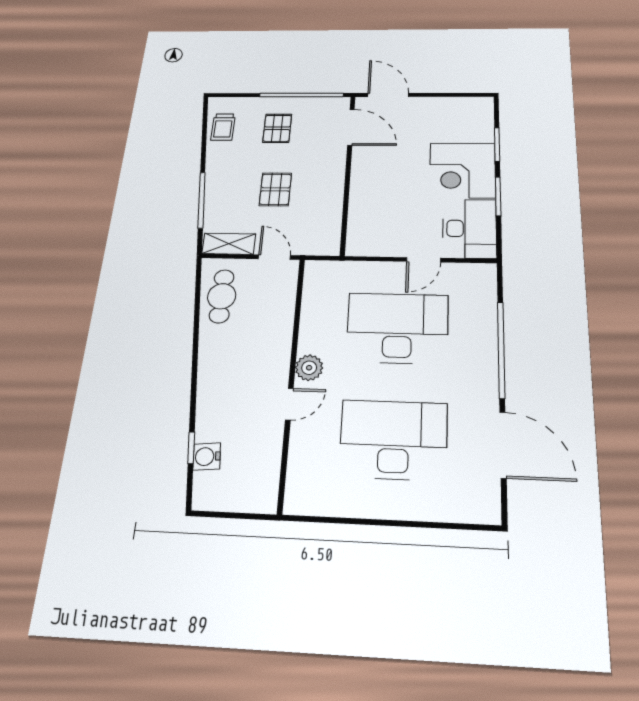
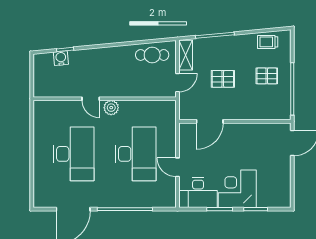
door: (351, 127) -> (210, 121), moved

